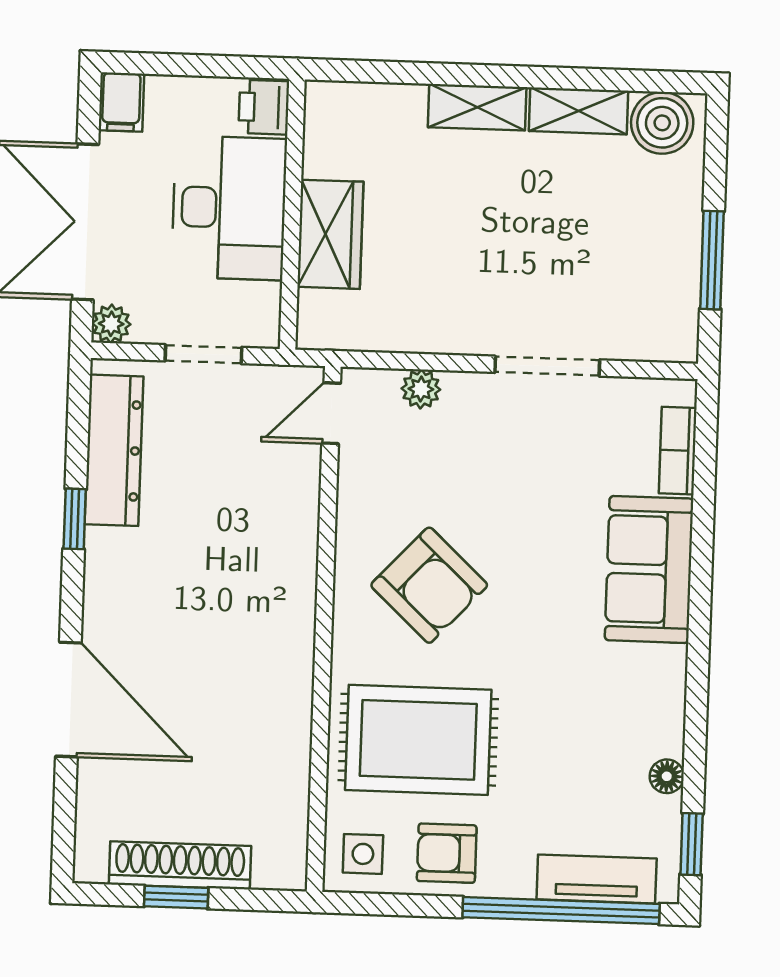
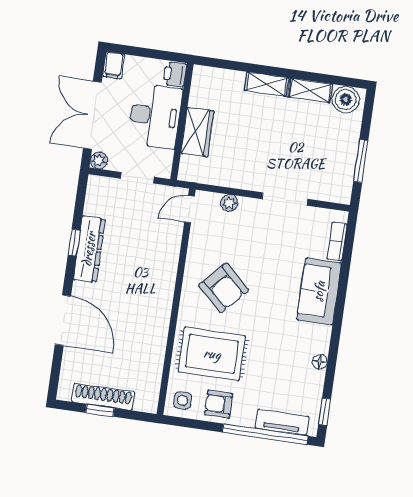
dresser: (114, 450) -> (89, 249), moved
floor lamp: (667, 776) -> (320, 362), moved

